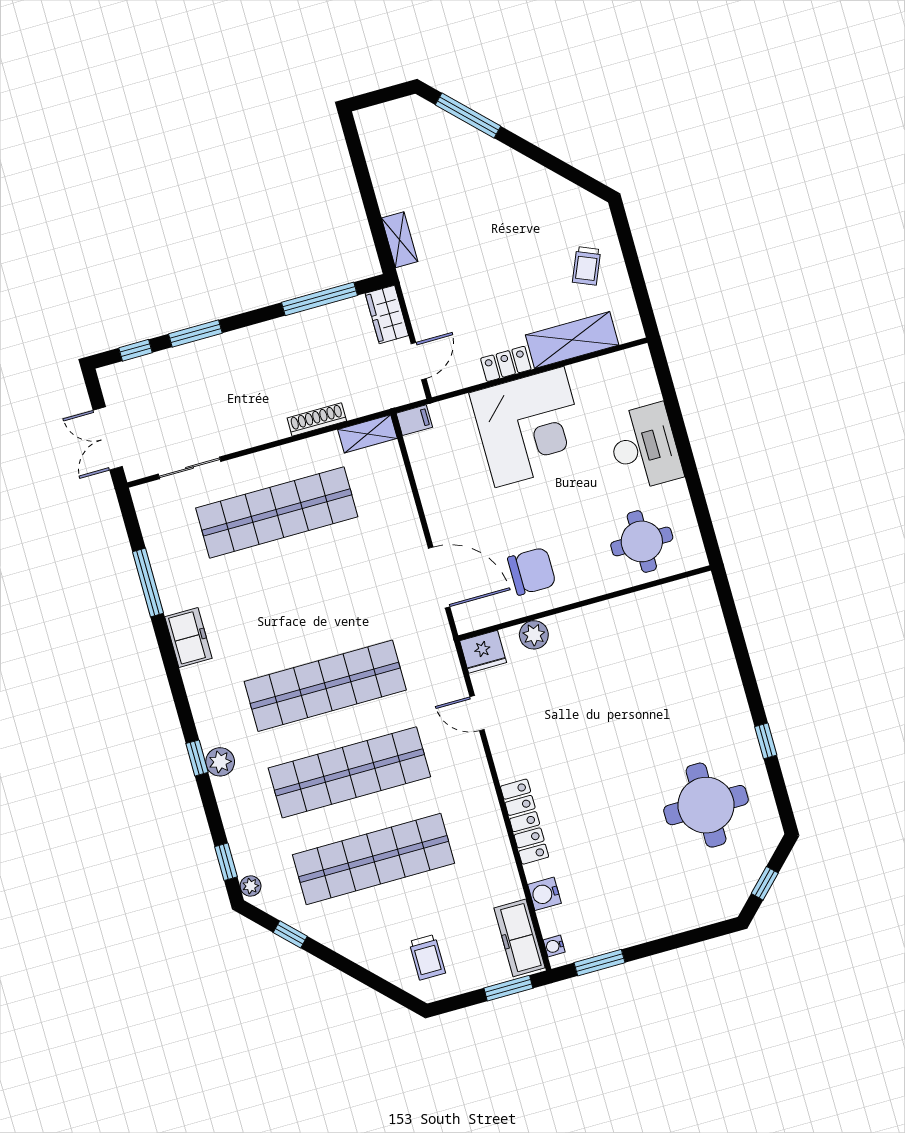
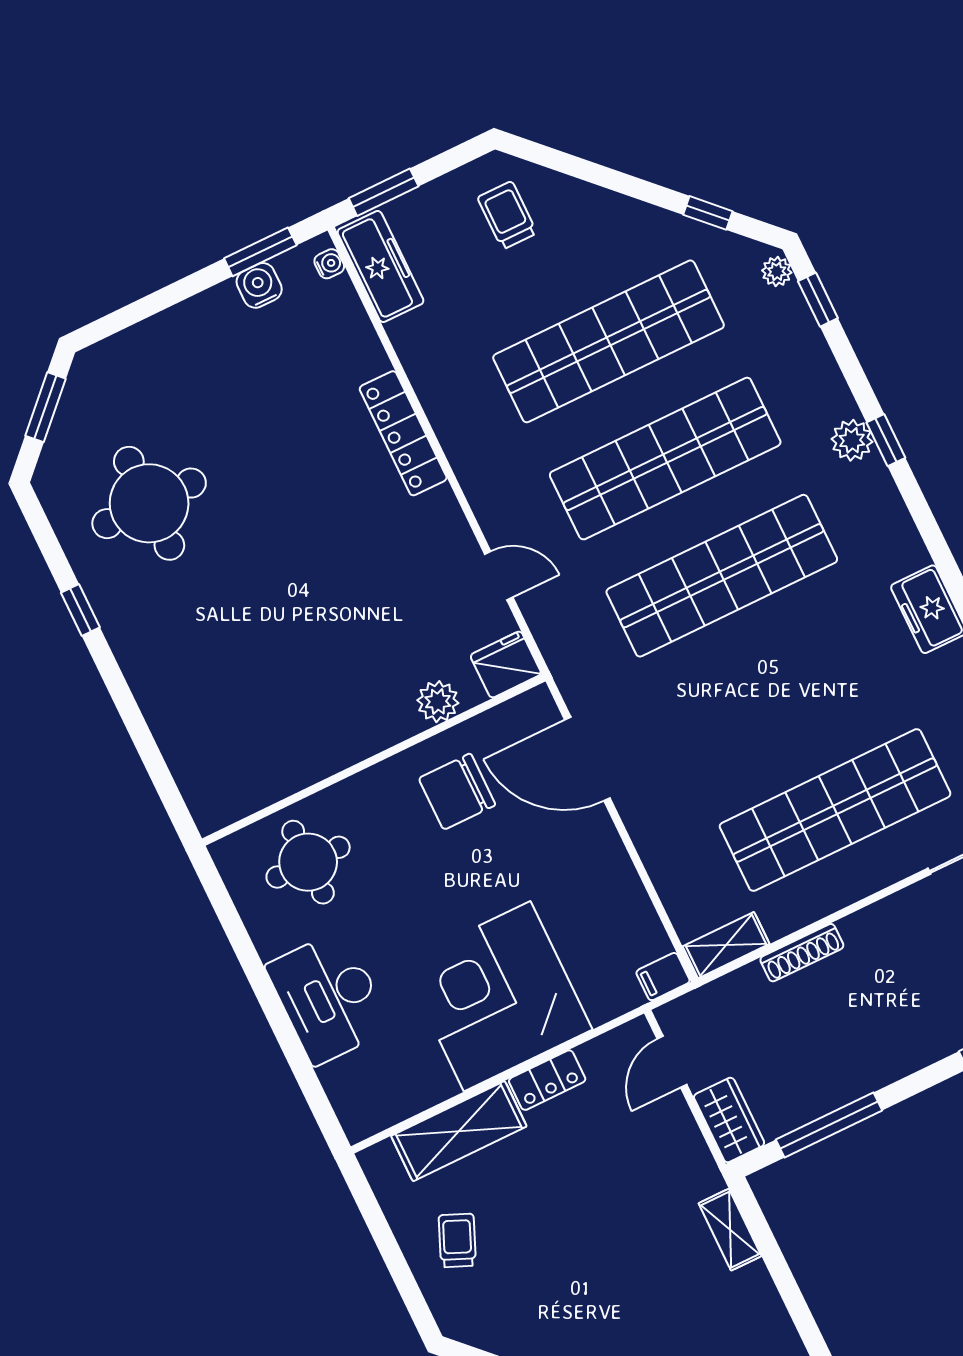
window: (765, 883) -> (45, 407), width x1.50
water cooler: (544, 894) -> (259, 285), moved, turned -90

